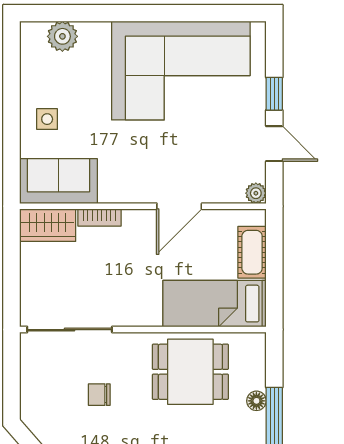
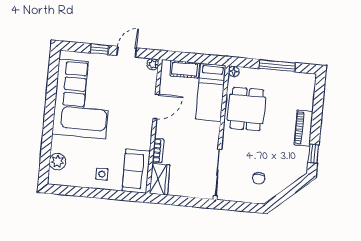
door: (179, 206) -> (156, 107), hinge flipped
chair: (99, 395) -> (259, 178), moved
floor lamp: (256, 401) -> (234, 71), moved

